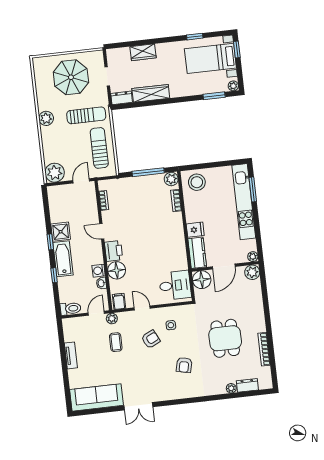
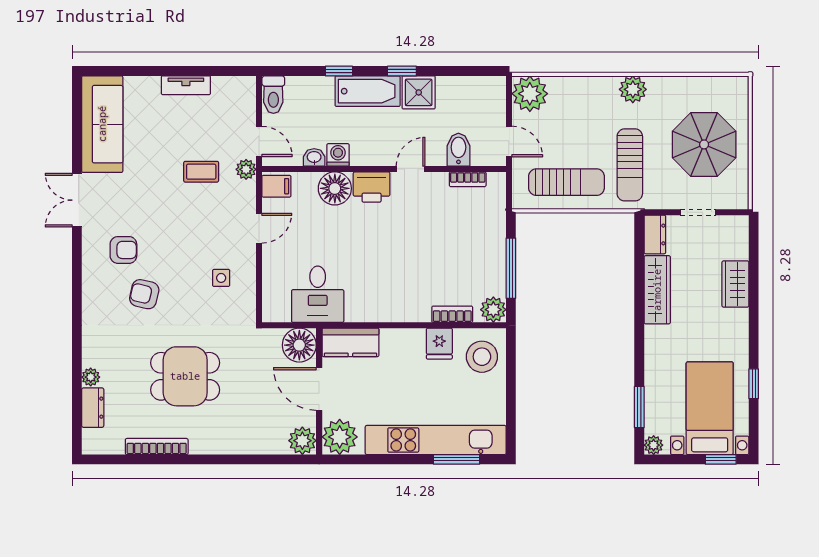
bidet: (89, 207) -> (458, 150), added
fridge: (195, 230) -> (439, 344), moved
plant: (253, 257) -> (340, 437), width x1.88, depth x1.88
desk: (175, 285) -> (318, 294), moved
armchair: (151, 339) -> (123, 250), moved, turned -64

